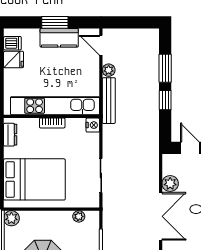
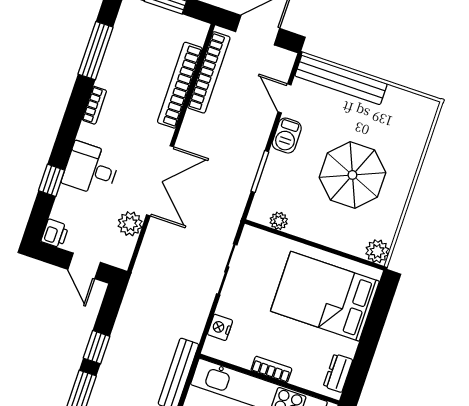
nightstand: (93, 125) -> (220, 327), moved
double door: (161, 216) -> (160, 181), swing flipped

